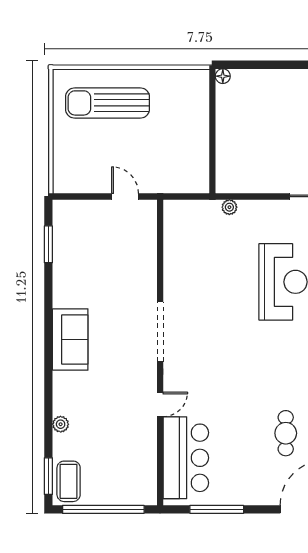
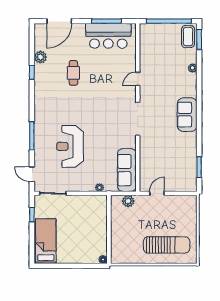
plant: (177, 183) -> (128, 201), added
door: (125, 197) -> (157, 193), swing flipped
sofa: (180, 239) -> (127, 170), added
cafe table: (286, 433) -> (73, 73), moved
bar counter: (186, 458) -> (108, 36), moved, turned -90

